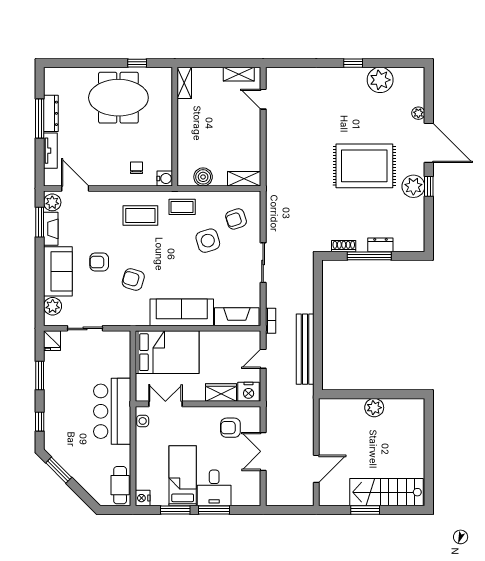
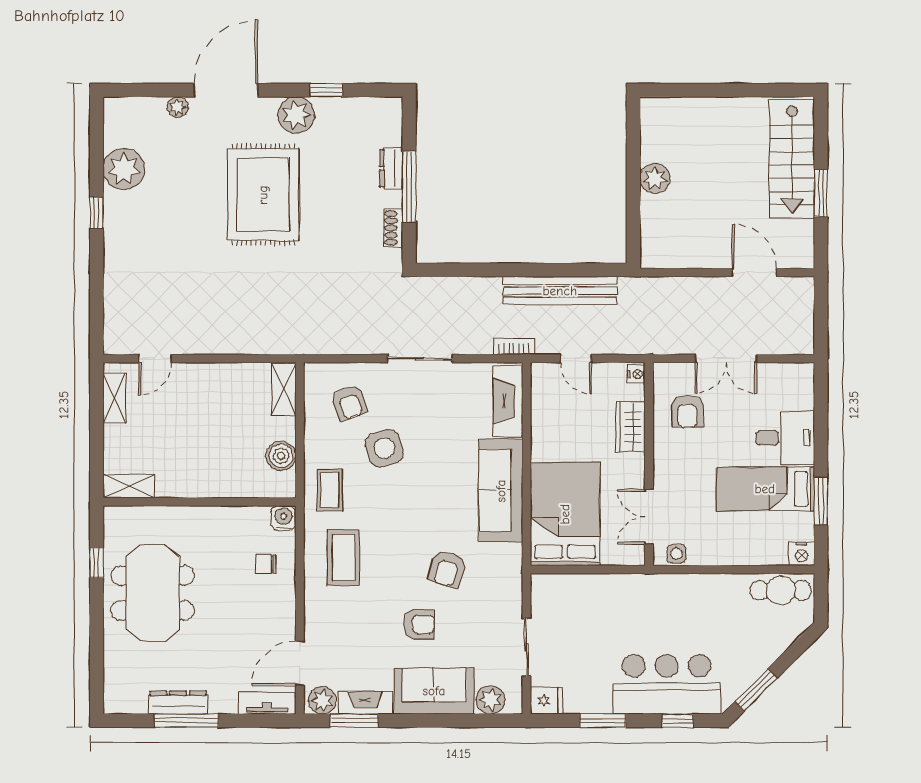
tv unit: (50, 151) -> (267, 703), moved
window: (429, 186) -> (326, 90), moved
armchair: (99, 262) -> (419, 624), turned -90
nightstand: (249, 392) -> (636, 374), width x0.53, depth x0.56
bar counter: (112, 411) -> (667, 684), moved, turned 180
window: (214, 510) -> (821, 438), removed

